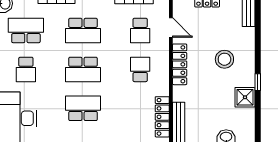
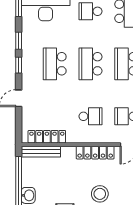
school desk: (83, 108) -> (55, 64), turned 180

